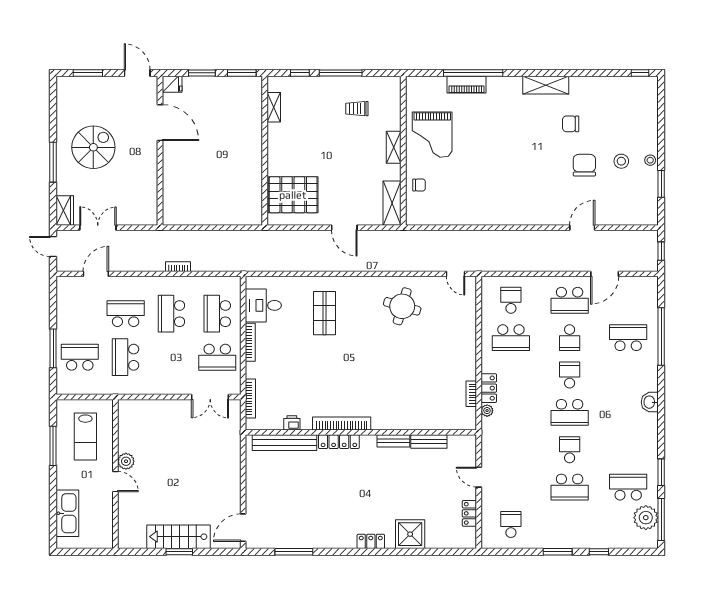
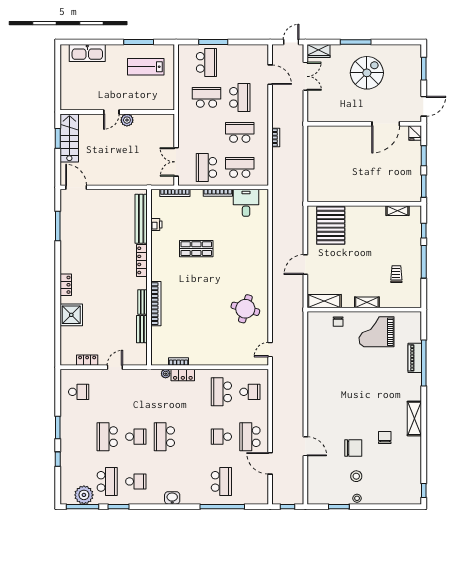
spiral stairs: (93, 147) -> (367, 73), turned -90
shop shelf: (324, 313) -> (196, 249), moved
school desk: (570, 375) -> (136, 481), moved
bookcase: (342, 423) -> (156, 304), moved
plant: (126, 461) -> (127, 120), moved
wall: (115, 474) -> (117, 112), moved
door: (115, 482) -> (111, 112), moved

